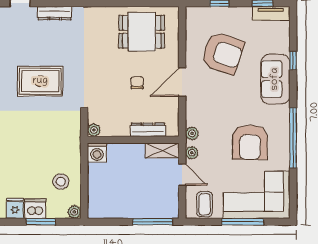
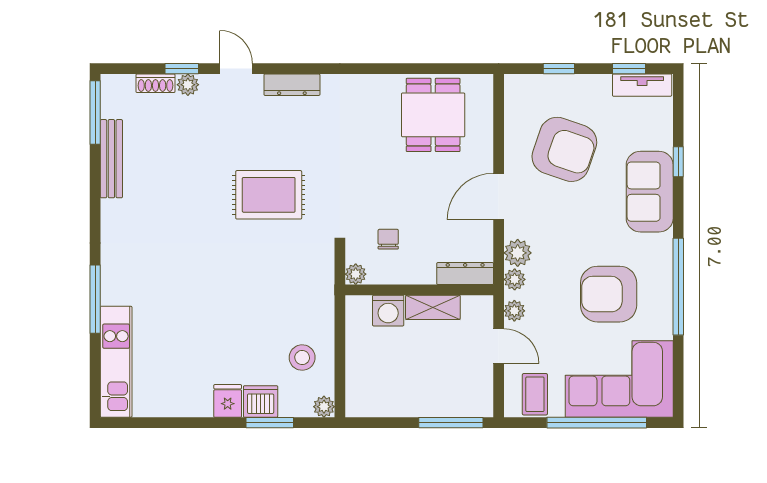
dining table: (142, 32) -> (433, 115), turned 90
chair: (137, 83) -> (388, 239), moved
plant: (194, 117) -> (518, 253), added
dresser: (148, 130) -> (465, 274), moved
armchair: (250, 142) -> (609, 294), turned 89
shelving: (162, 151) -> (433, 307), moved
washing machine: (97, 153) -> (388, 311), moved
window: (243, 222) -> (597, 423), width x1.46

